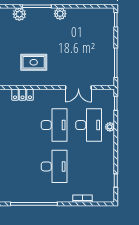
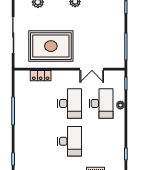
rug: (34, 62) -> (51, 46), width x1.86, depth x2.06

